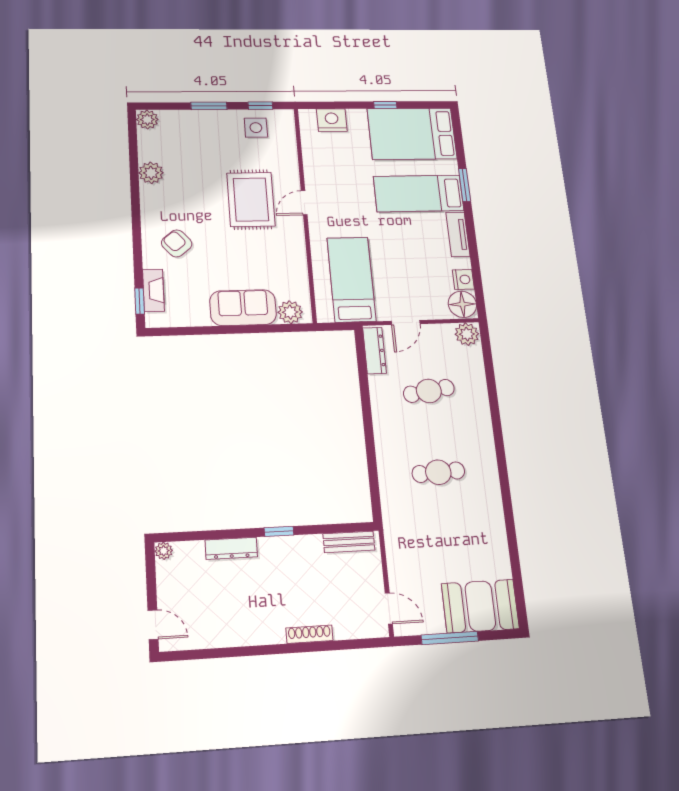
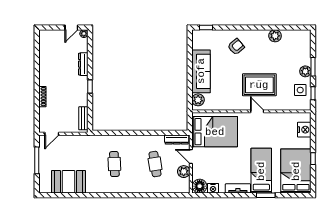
plant: (147, 119) -> (305, 71), moved
bed: (351, 279) -> (215, 132), width x1.50
fireplace: (153, 290) -> (211, 34), removed
sofa: (243, 308) -> (201, 71), width x1.36
plant: (467, 334) -> (184, 172), moved
booth: (480, 606) -> (68, 182), moved, turned 90
door: (153, 625) -> (71, 28), moved

